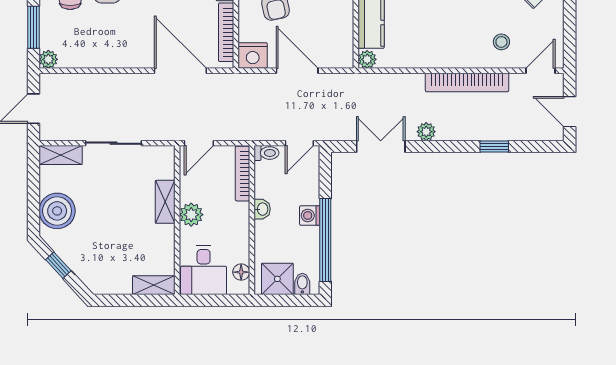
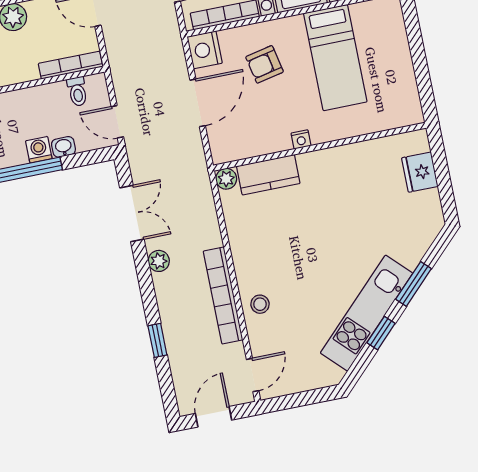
stool: (501, 42) -> (260, 304), moved
door: (541, 71) -> (253, 375), hinge flipped
toilet: (266, 153) -> (77, 92), moved
washbasin: (262, 209) -> (63, 147), moved, turned 180

